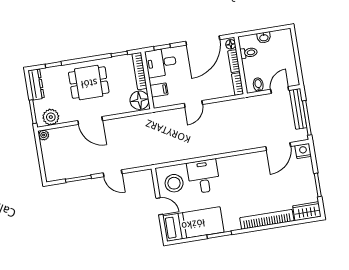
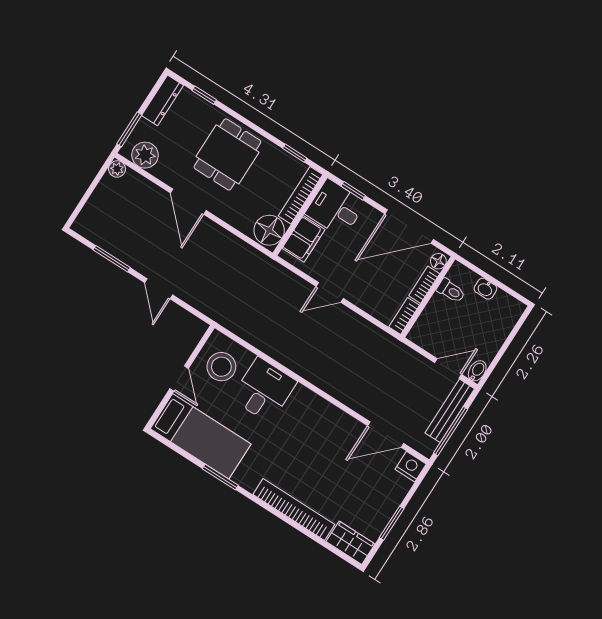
dining table: (89, 83) -> (227, 154), turned 90
bidet: (258, 85) -> (477, 371), moved
filing cabinet: (159, 90) -> (303, 239), width x2.00

